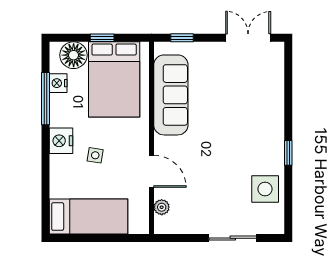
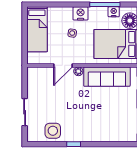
plant: (162, 207) -> (78, 71), moved

